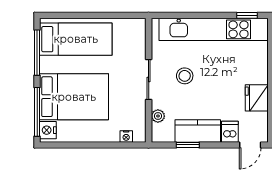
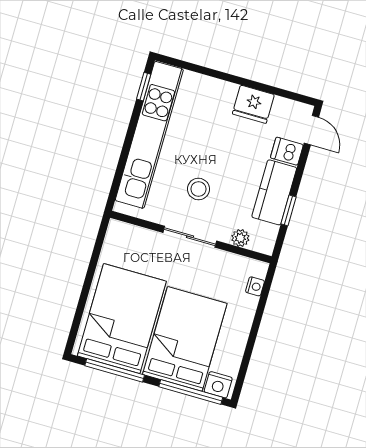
bed: (76, 39) -> (122, 319), width x1.50

